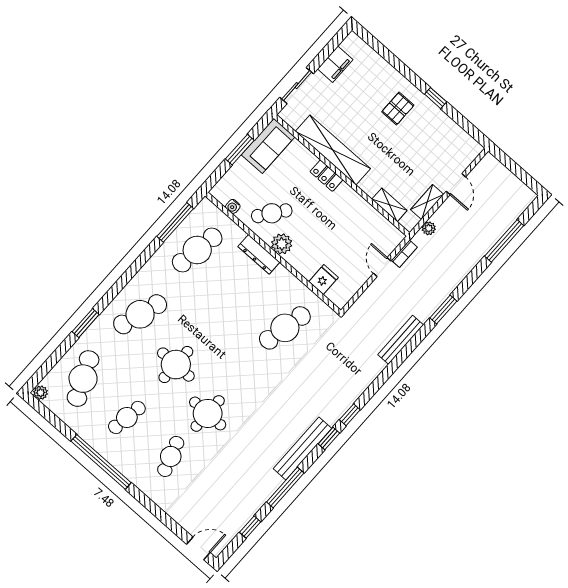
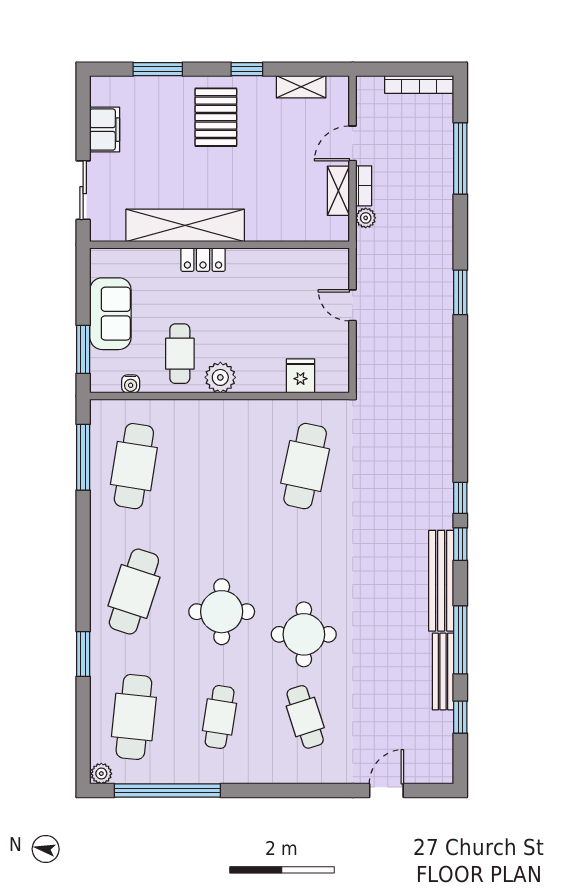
window: (390, 57) -> (158, 69), added
pallet: (398, 109) -> (216, 117), width x1.50, depth x1.42
sofa: (268, 146) -> (110, 314), moved
window: (240, 150) -> (83, 349), moved
door: (456, 184) -> (353, 143), swing flipped
bookcase: (517, 184) -> (419, 84), added
shelving: (389, 205) -> (301, 87), moved
cafe table: (272, 213) -> (180, 354), turned -37
dresser: (259, 254) -> (205, 411), removed
bookcase: (404, 254) -> (364, 186), moved
bench: (401, 340) -> (443, 671), moved
cafe table: (83, 379) -> (134, 717), turned 30
window: (101, 462) -> (167, 791), moved
door: (198, 548) -> (386, 791), moved

